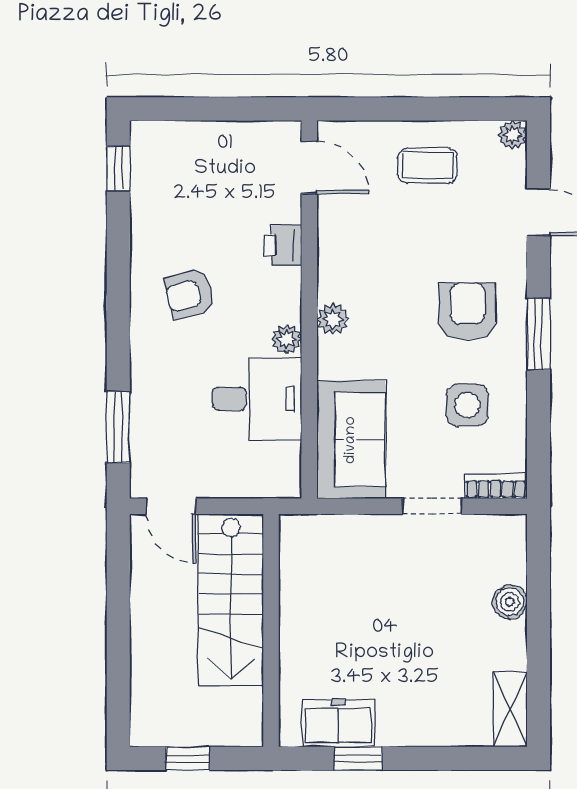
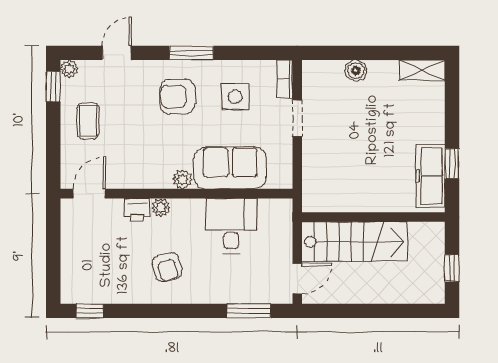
window: (483, 109) -> (53, 87), added
plant: (287, 339) -> (161, 208), moved
sofa: (351, 440) -> (230, 168), moved
freezer: (338, 723) -> (430, 176), width x1.40

